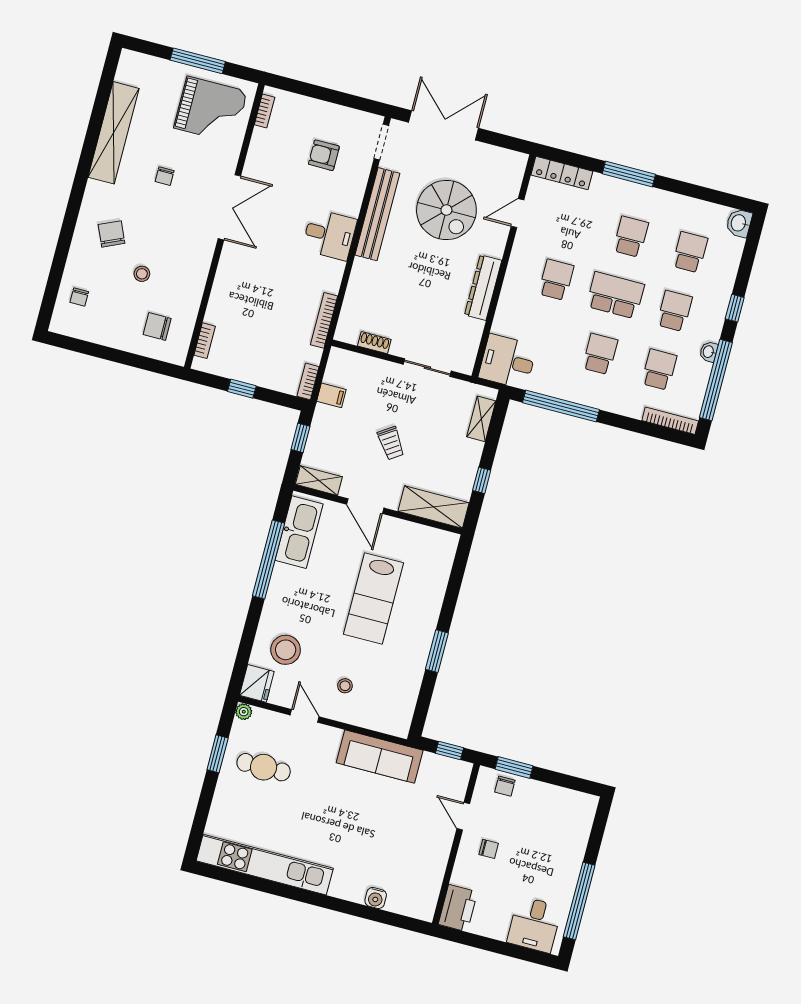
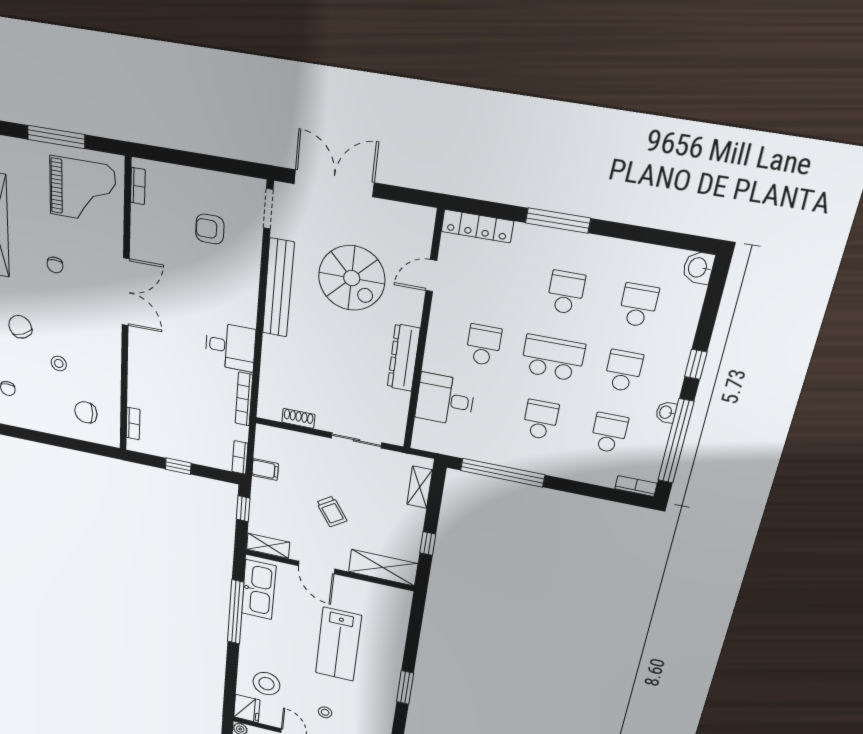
desk: (329, 235) -> (230, 347), moved
desk: (508, 362) -> (445, 400), moved
bookcase: (670, 421) -> (636, 486), width x0.64

